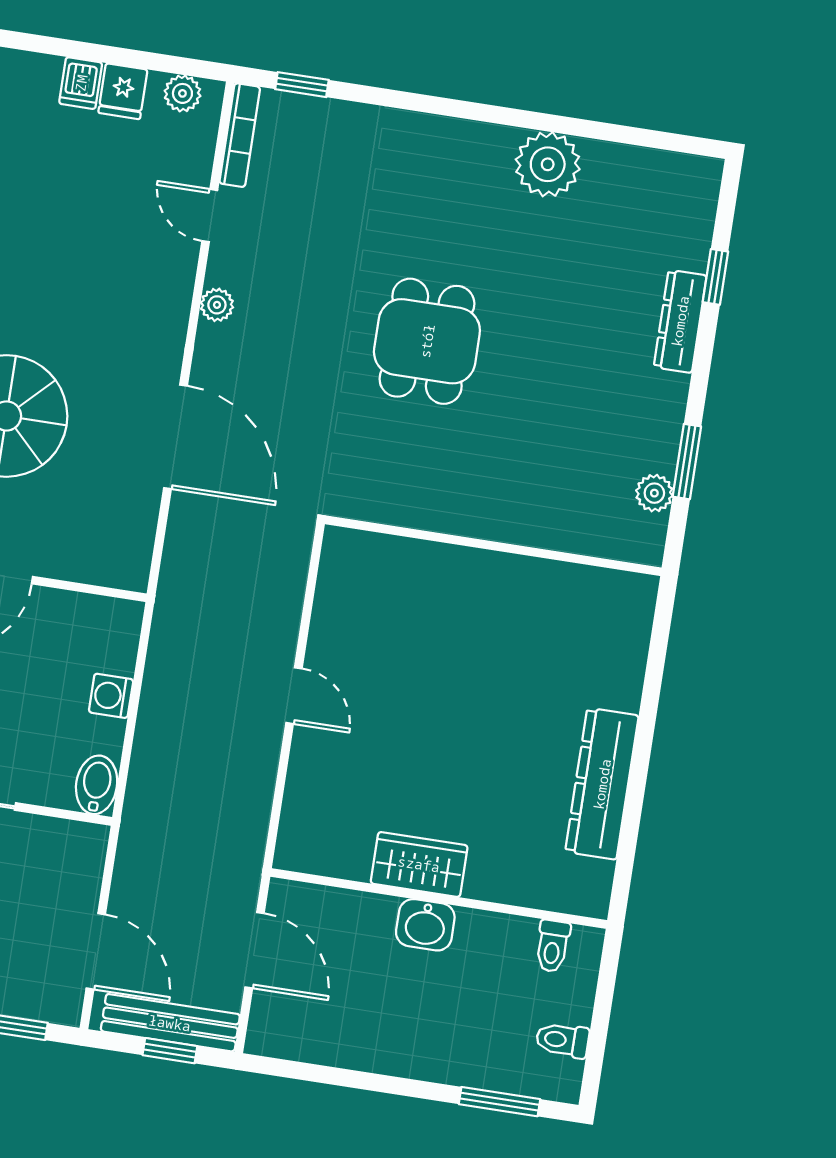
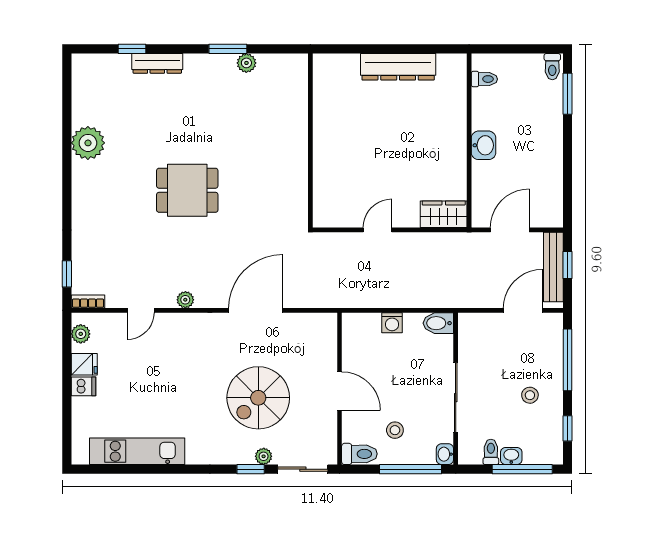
bookcase: (240, 135) -> (88, 302), width x0.64
wall: (493, 546) -> (310, 141), moved
wardrobe: (419, 864) -> (444, 214), moved, turned 90
toilet: (563, 1040) -> (552, 67), moved

